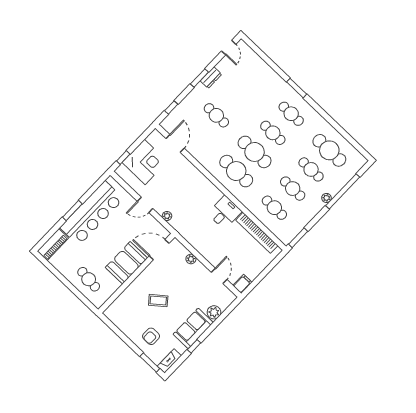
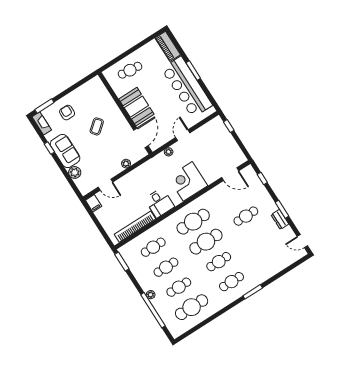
corner desk: (145, 162) -> (188, 181), moved, turned 90

